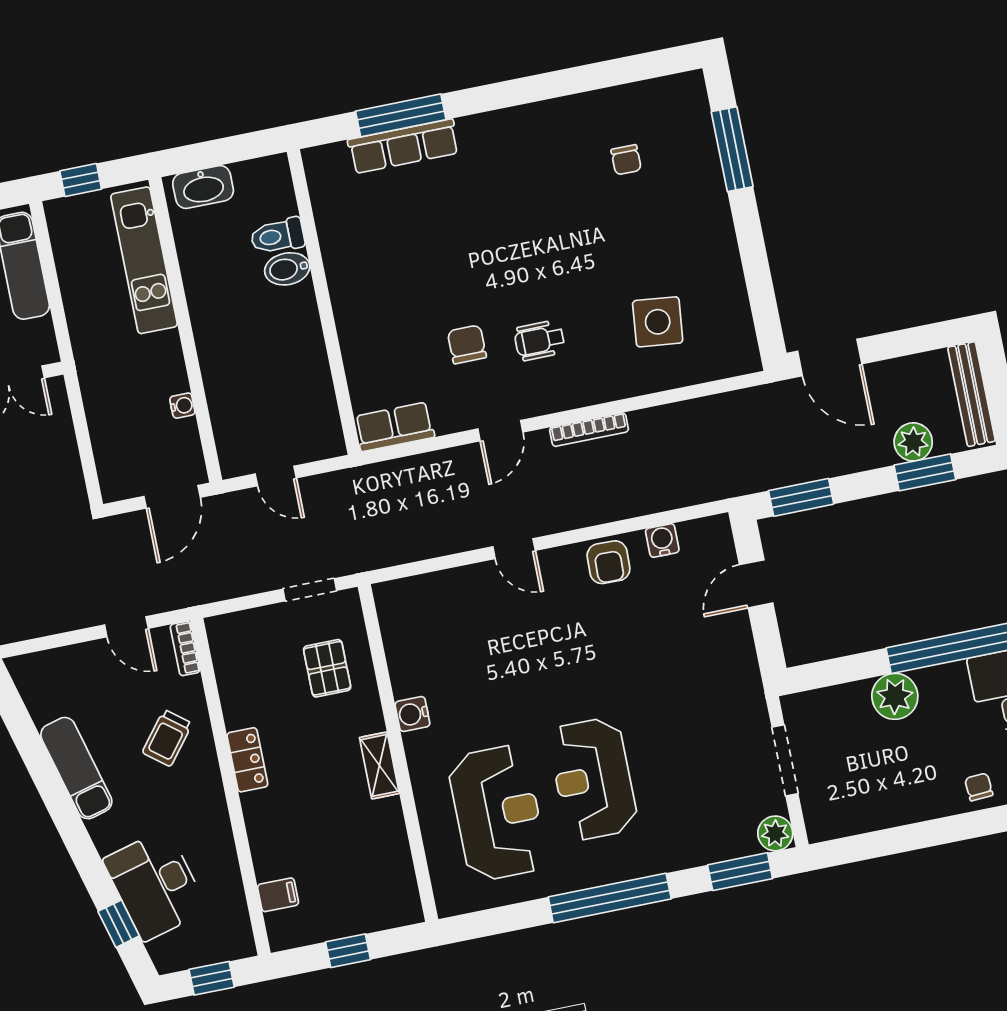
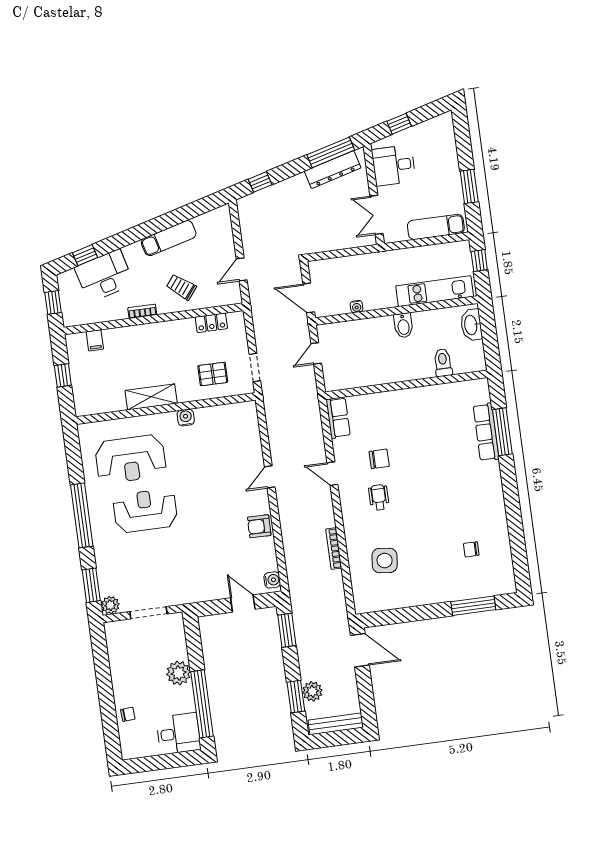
bidet: (287, 269) -> (403, 325), moved, turned 180
door: (830, 357) -> (360, 650), swing flipped
bookcase: (589, 430) -> (334, 549), moved
water cooler: (662, 540) -> (272, 580), moved
bookcase: (185, 648) -> (142, 311), moved
locker: (247, 760) -> (211, 323), moved
shelving: (379, 765) -> (151, 397), width x1.50, depth x1.33

